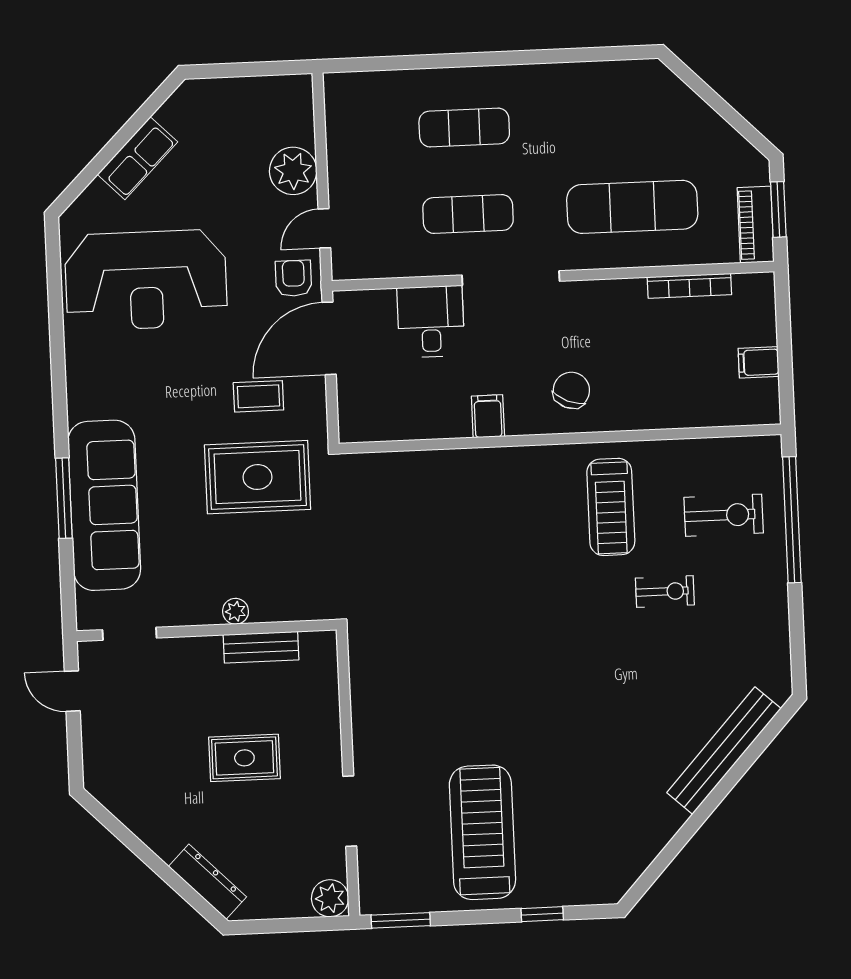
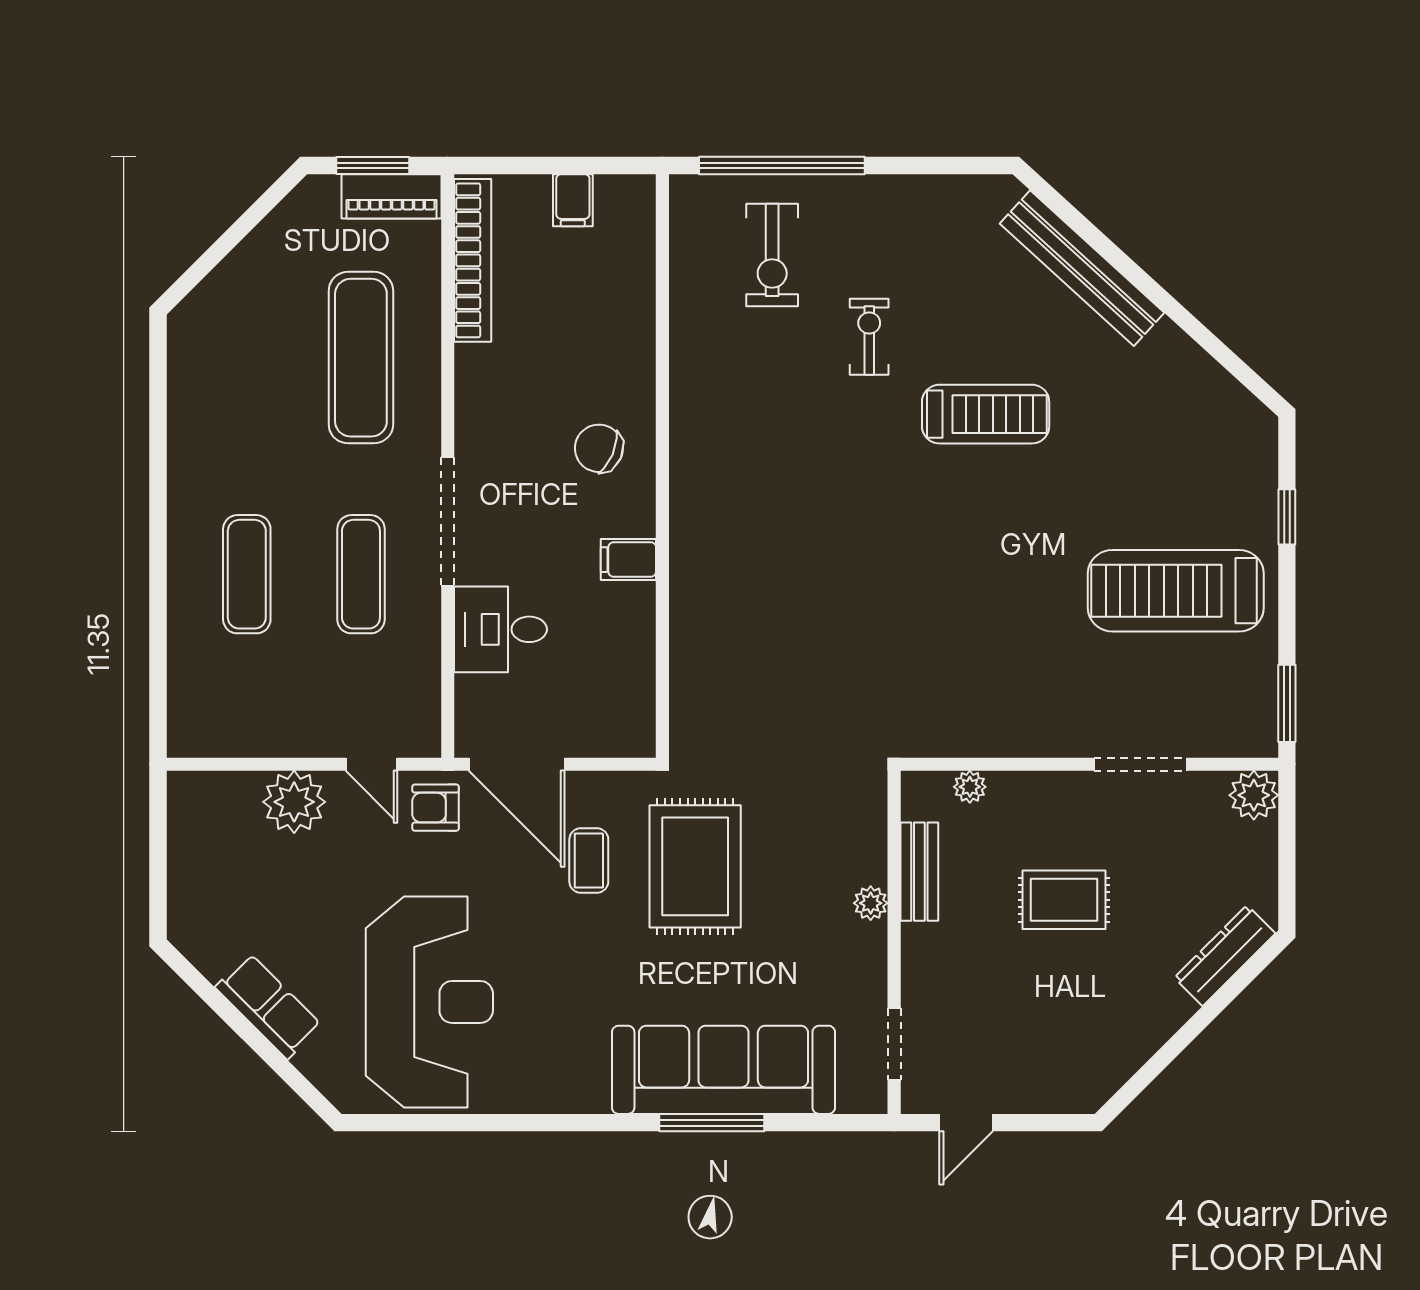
bookcase: (689, 286) -> (473, 260), width x1.48, depth x1.31
treadmill: (611, 507) -> (986, 414), moved
exercise bike: (724, 515) -> (772, 255), turned 180
plant: (327, 683) -> (970, 787), added
rug: (244, 758) -> (1064, 900), turned 90

